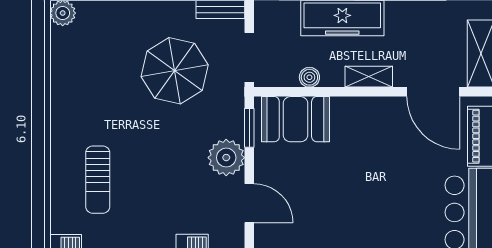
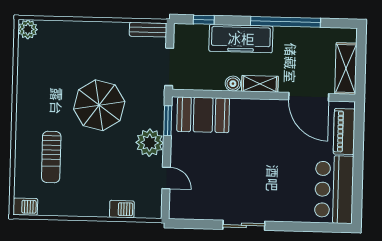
parasol: (175, 71) -> (99, 105), moved
boiler: (309, 77) -> (233, 84), moved
door: (249, 203) -> (166, 178), width x0.73

